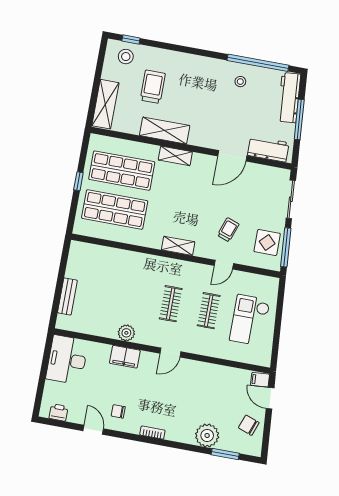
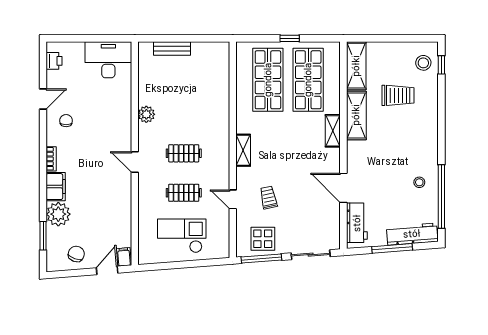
shelving: (105, 104) -> (356, 66), moved, turned 90
trolley: (228, 230) -> (268, 197), turned -121
filing cabinet: (125, 357) -> (56, 187), moved, turned 180

